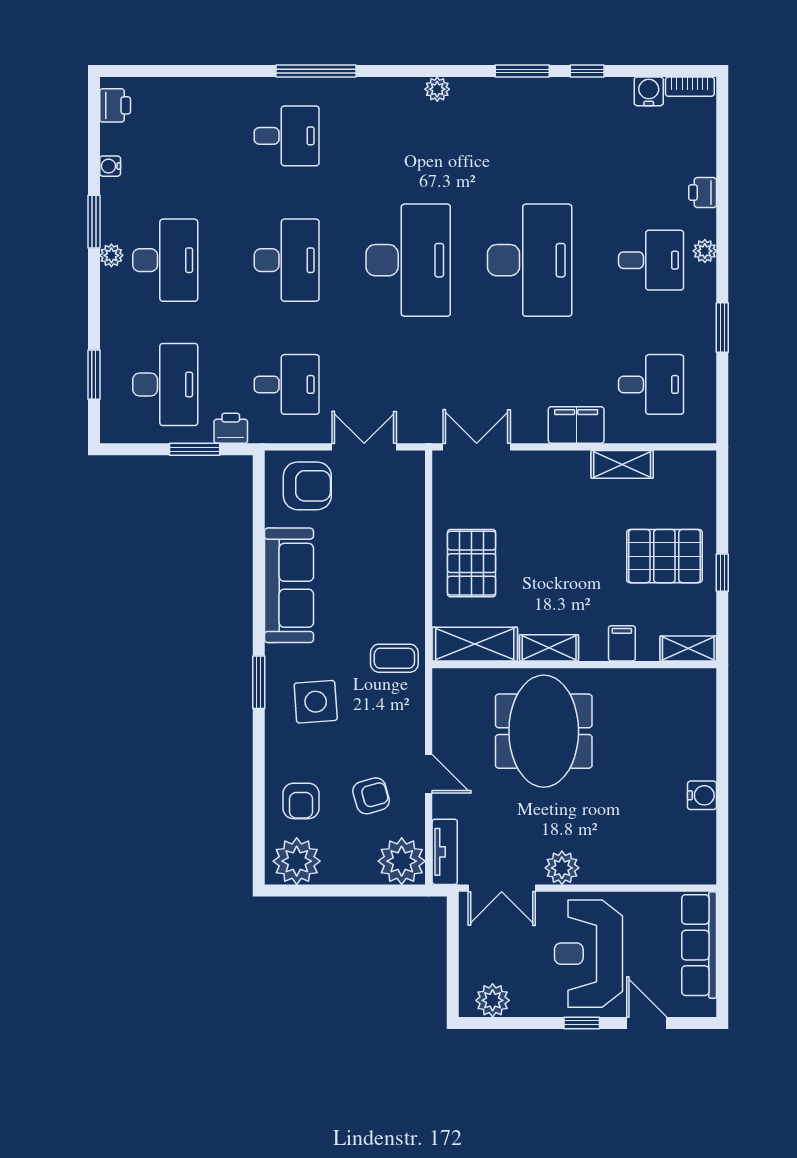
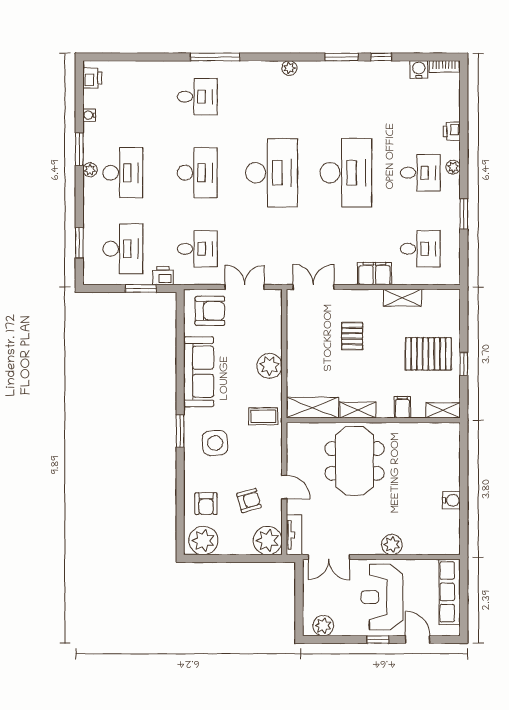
pallet: (472, 563) -> (352, 336), moved, width x0.67, depth x0.71
plant: (405, 576) -> (269, 366), added
plant: (562, 868) -> (392, 545), moved

